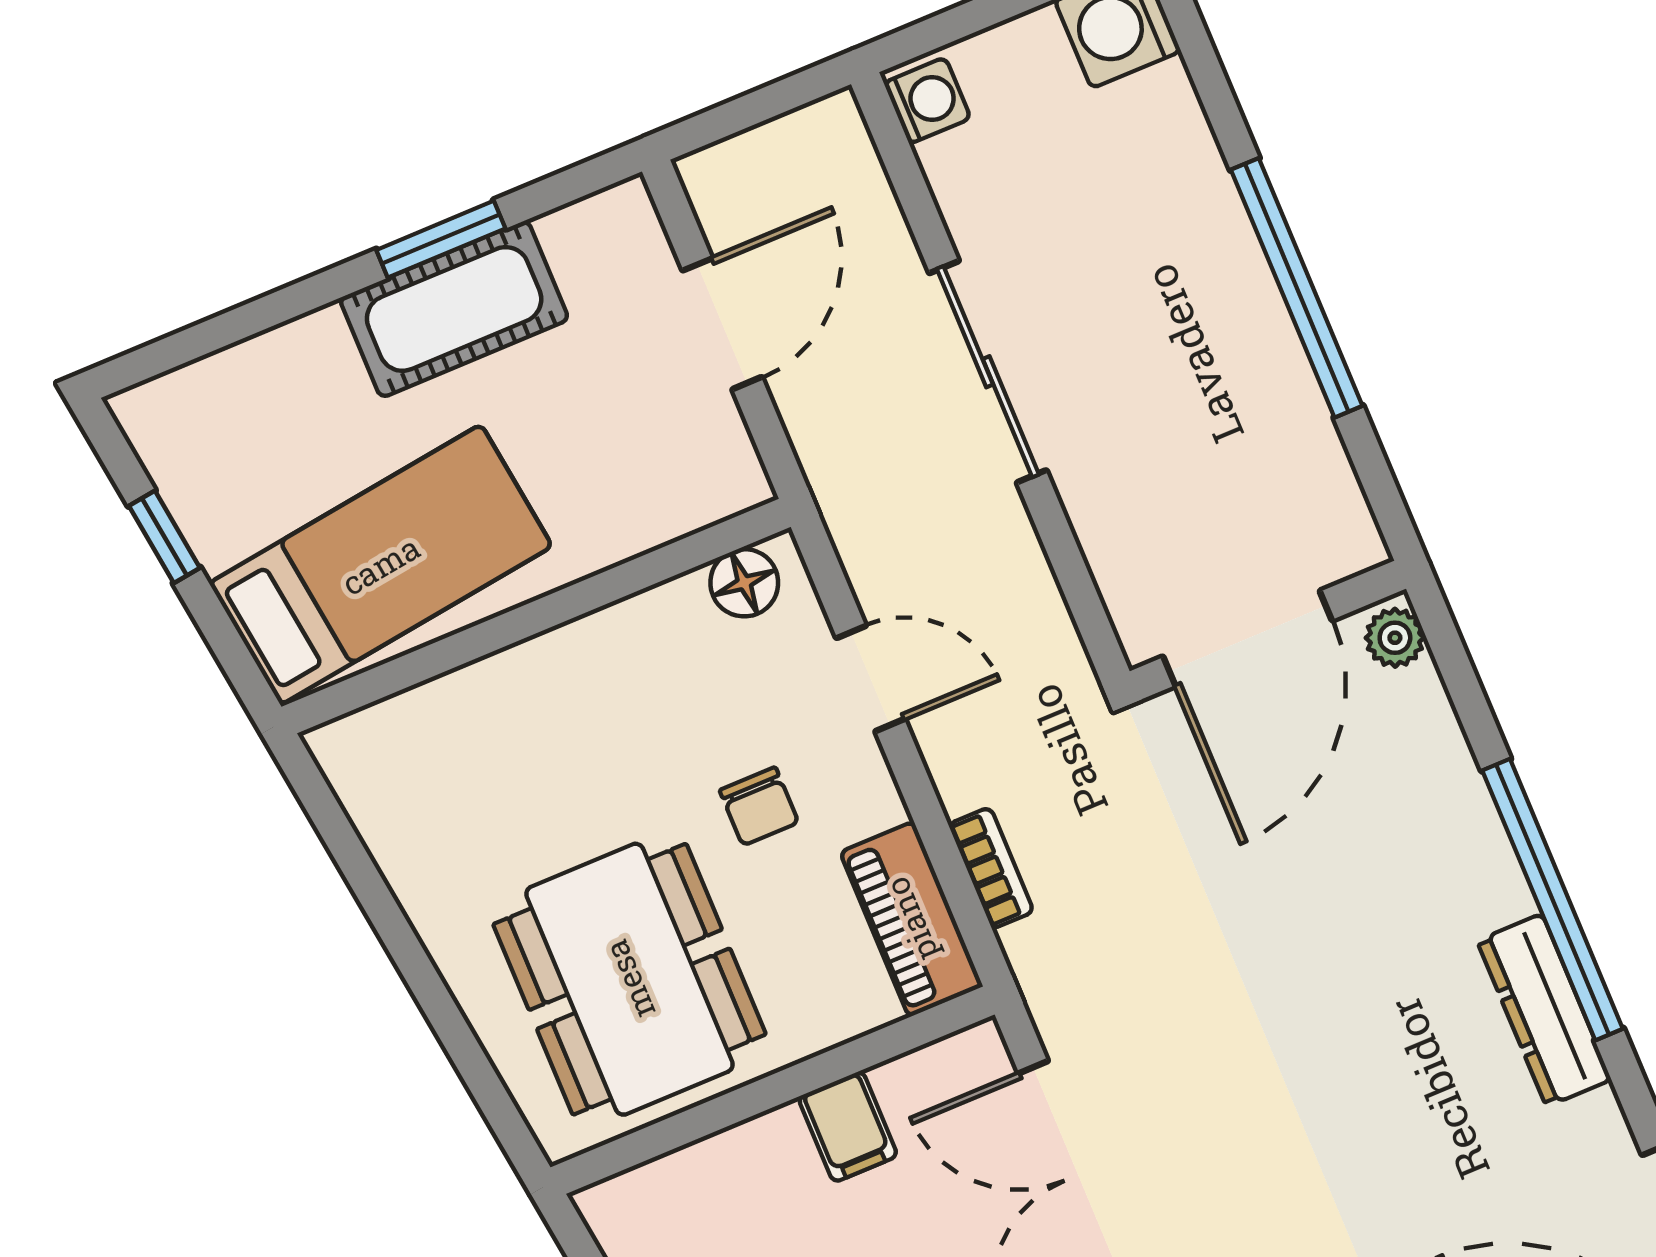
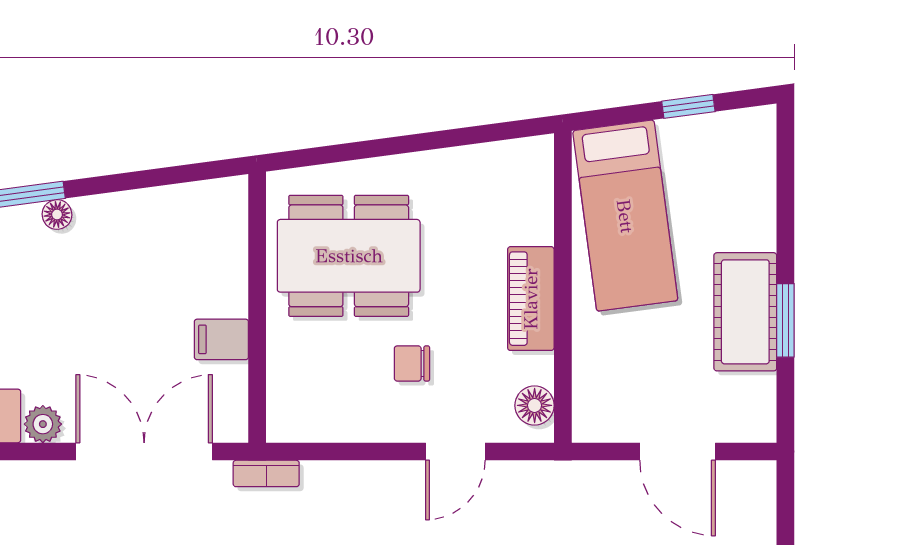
bookcase: (991, 868) -> (266, 473), moved
piano: (911, 919) -> (531, 299), moved, turned -90

